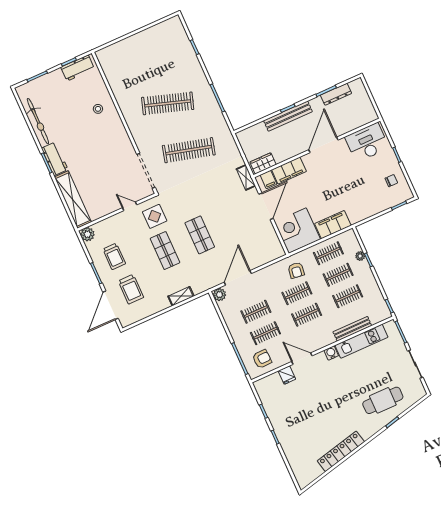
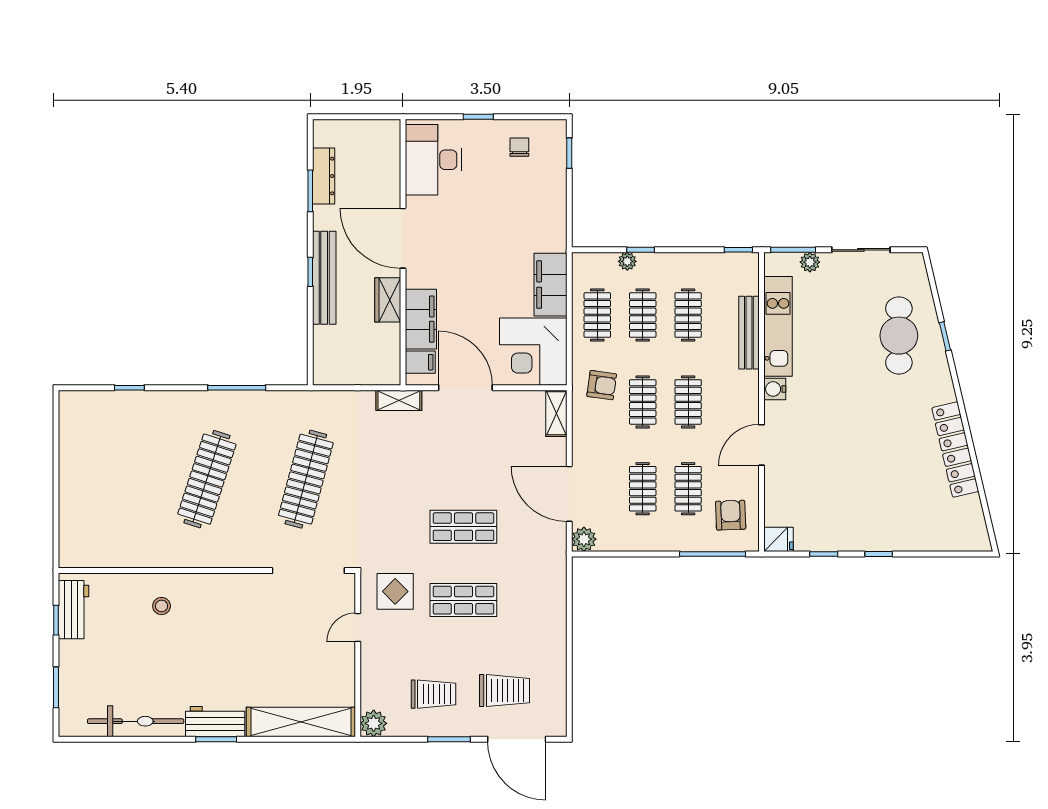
wardrobe: (263, 163) -> (388, 300), moved
shelving: (181, 296) -> (556, 413), moved
plant: (399, 343) -> (810, 262), added
fridge: (287, 375) -> (779, 539), moved

